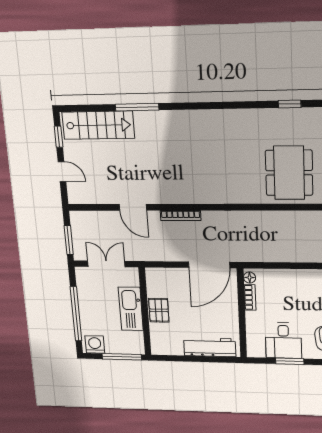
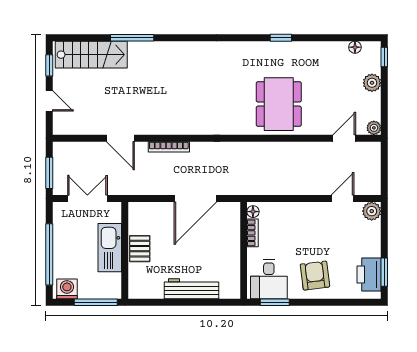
floor lamp: (250, 278) -> (253, 212), moved
bookcase: (250, 297) -> (253, 233), moved
wall: (242, 313) -> (244, 250), moved

